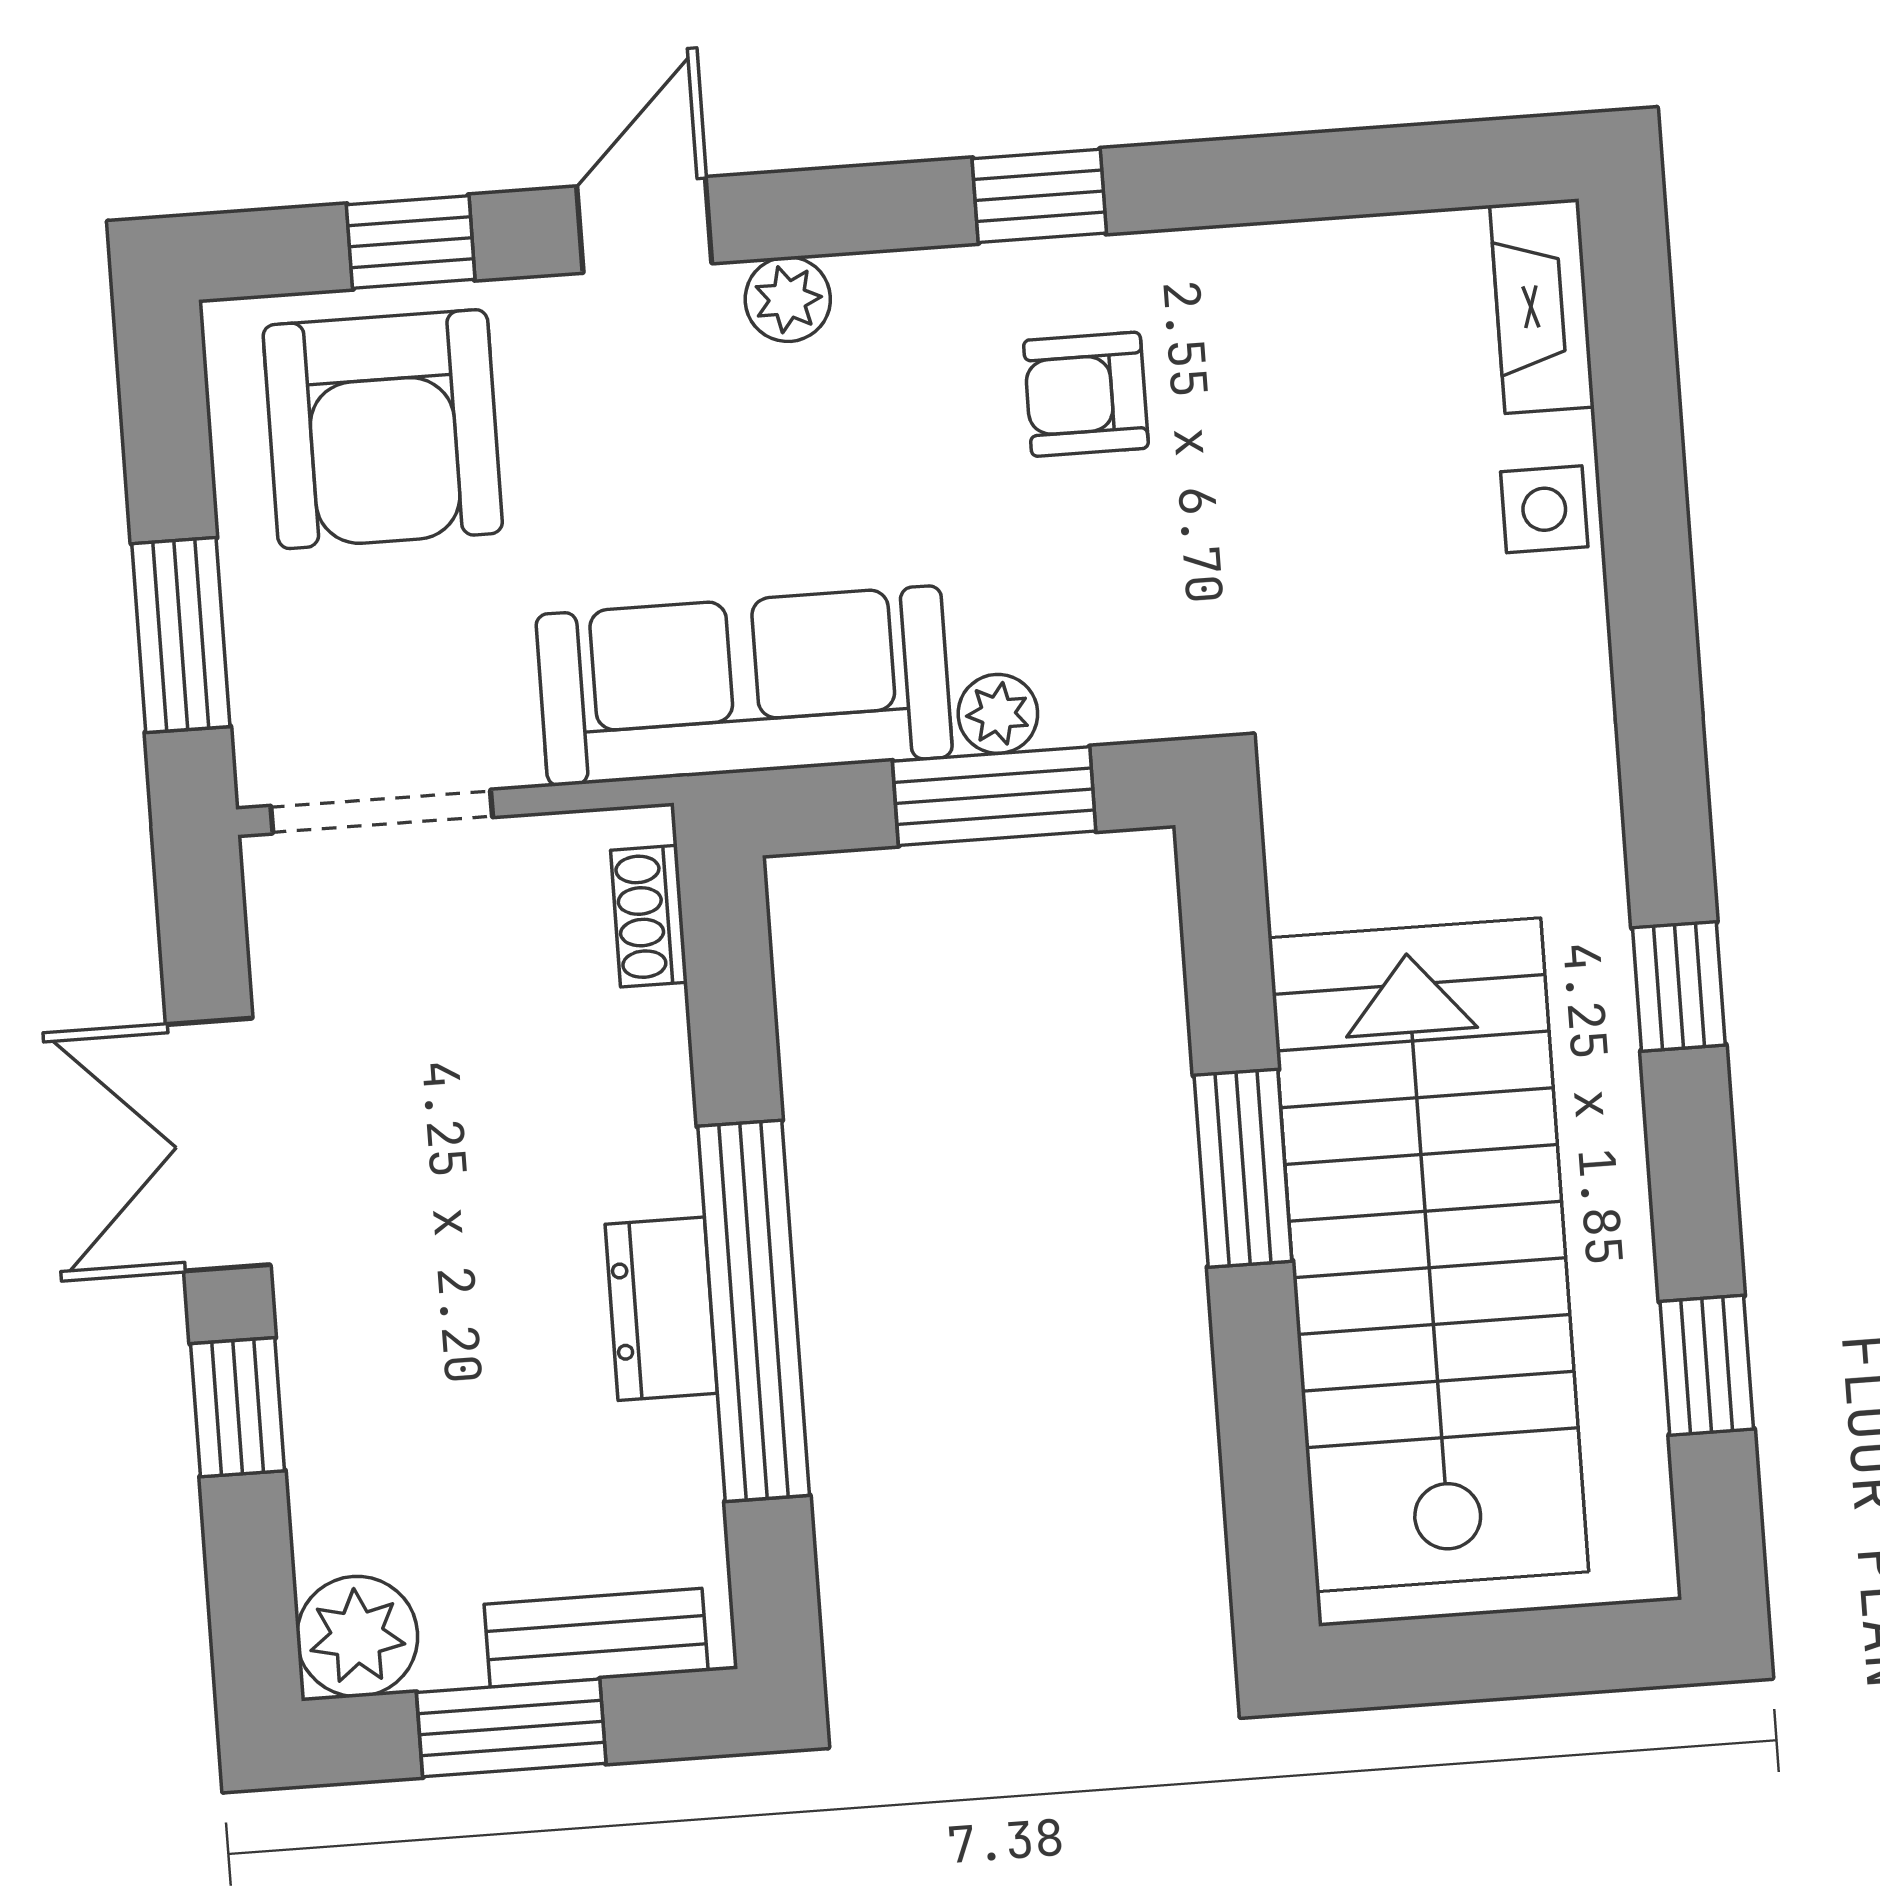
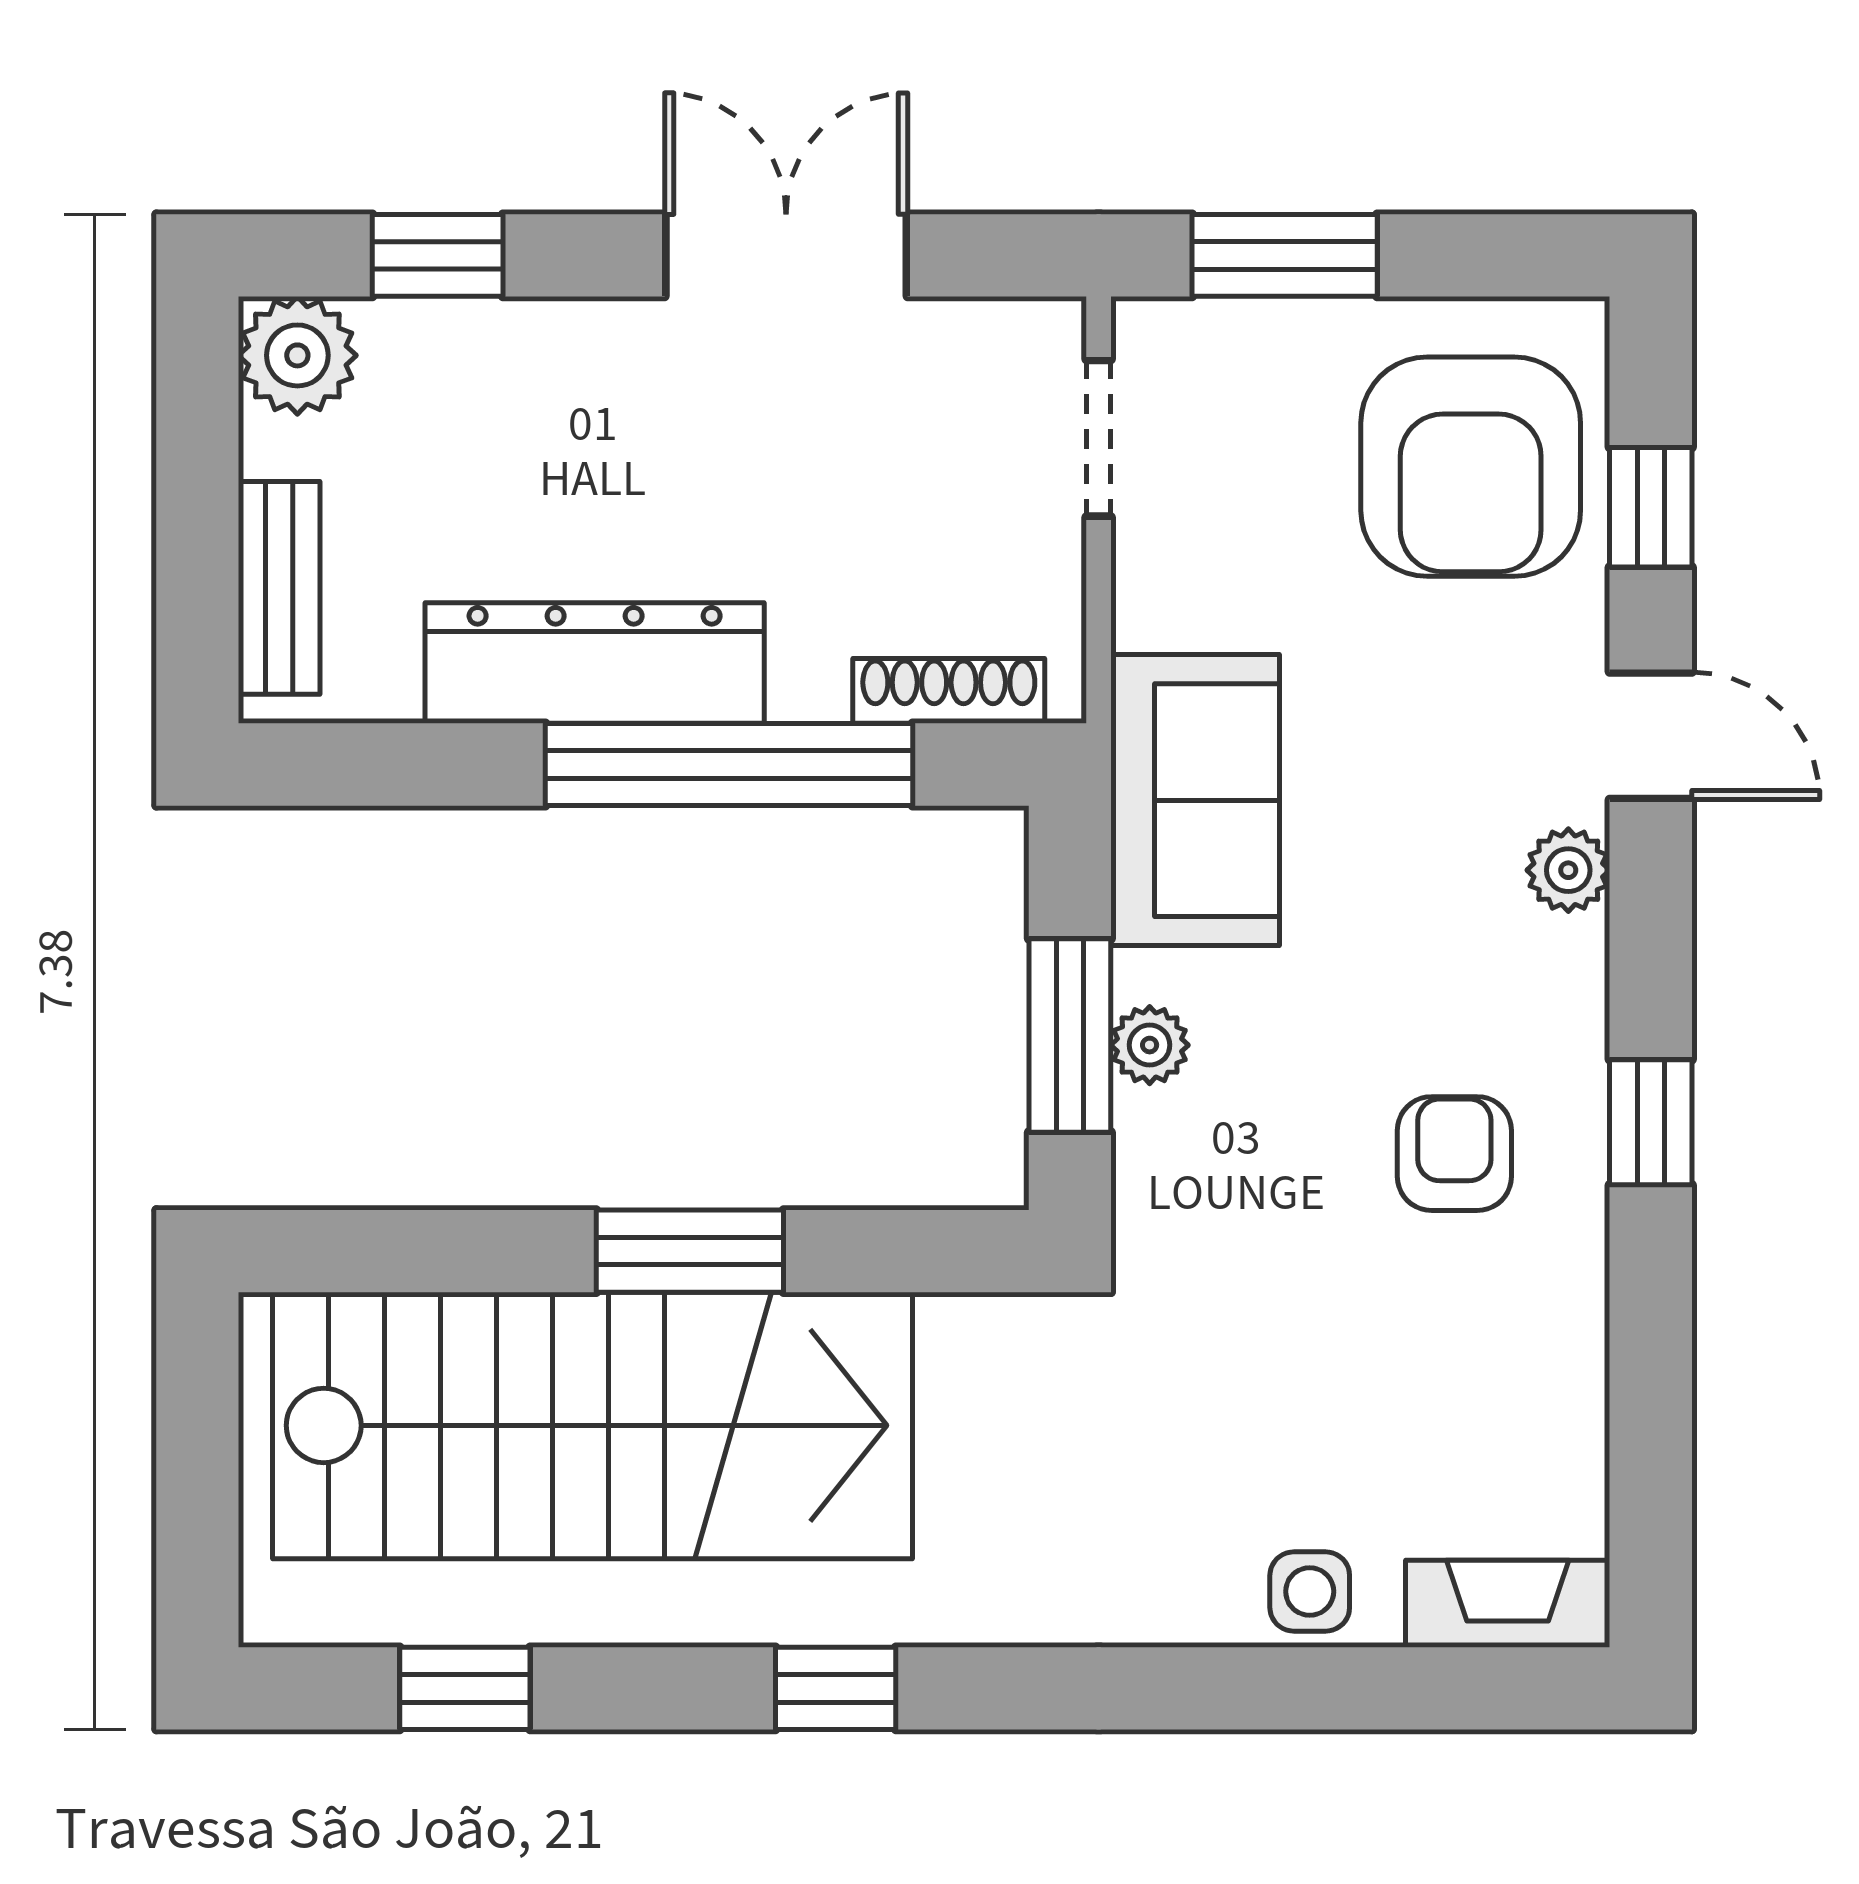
armchair: (383, 429) -> (1471, 467), turned -90
sofa: (744, 686) -> (1195, 800), width x0.73
doorway: (382, 812) -> (1099, 438), width x0.73
shoe rack: (649, 916) -> (949, 691), width x1.43
dresser: (661, 1309) -> (595, 663), width x1.96, depth x1.24
window: (754, 1311) -> (729, 765), moved
window: (238, 1407) -> (438, 255), moved
window: (511, 1728) -> (197, 499), removed

